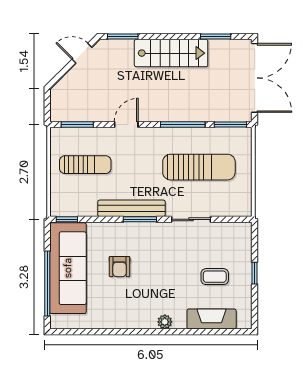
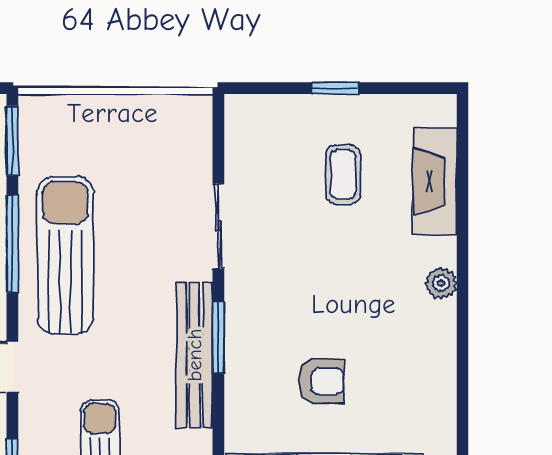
sun lounger: (199, 167) -> (65, 255), moved

